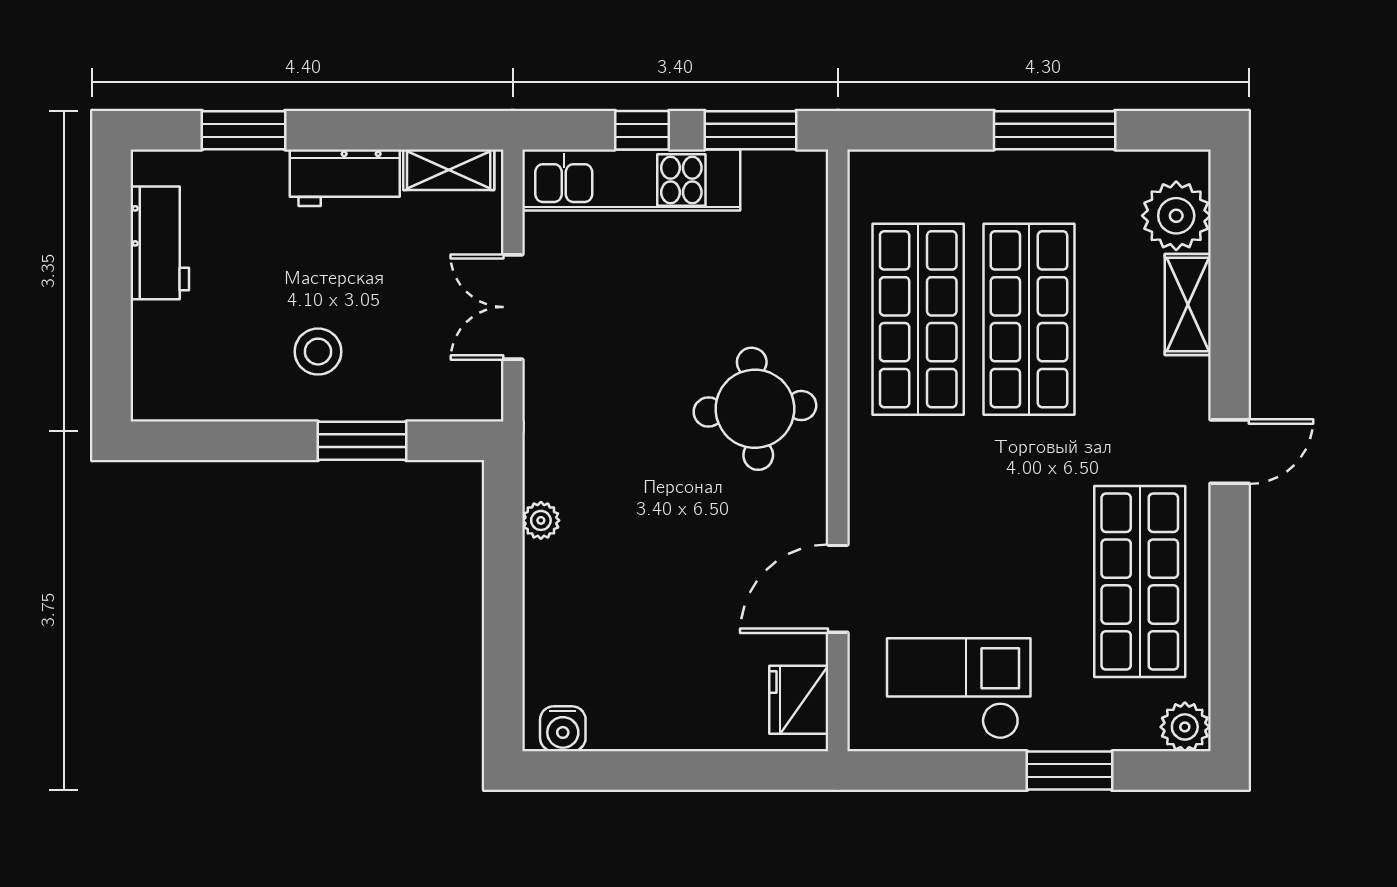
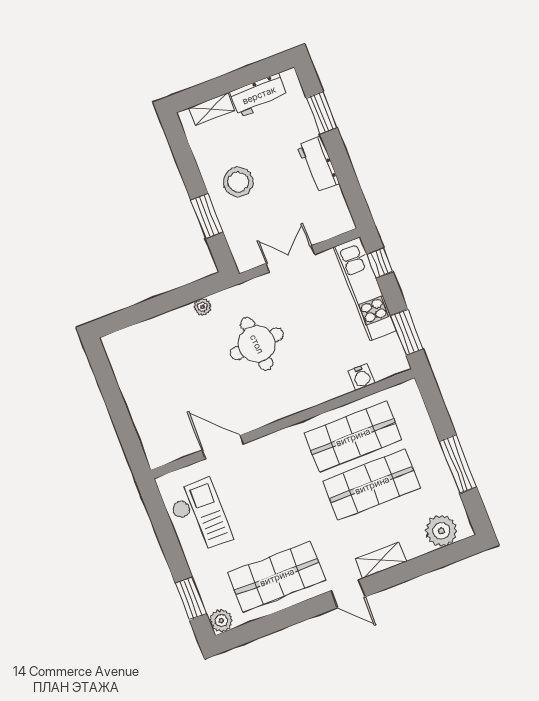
window: (642, 130) -> (380, 263), moved
shelving: (449, 170) -> (211, 109), moved, turned 90
shelving: (1188, 305) -> (381, 560), moved
stool: (318, 352) -> (238, 182), width x1.38, depth x1.38
round table: (755, 409) -> (257, 344), moved
fridge: (799, 700) -> (168, 449), removed
water cooler: (563, 729) -> (362, 377), moved, turned -90
window: (1069, 771) -> (191, 599), moved

